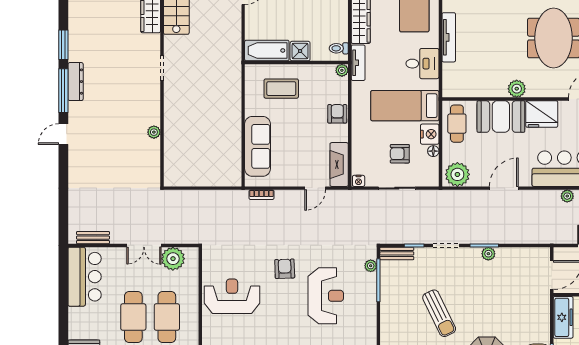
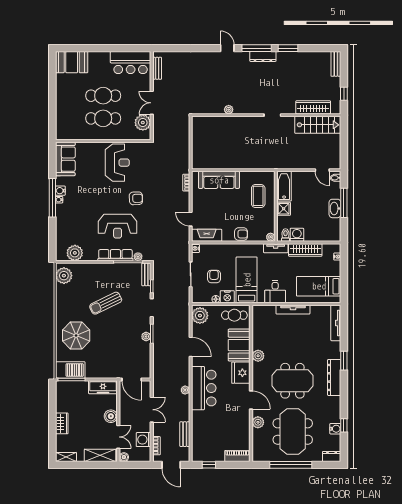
washing machine: (338, 31) -> (297, 235), added
row of seats: (368, 299) -> (115, 255), added

